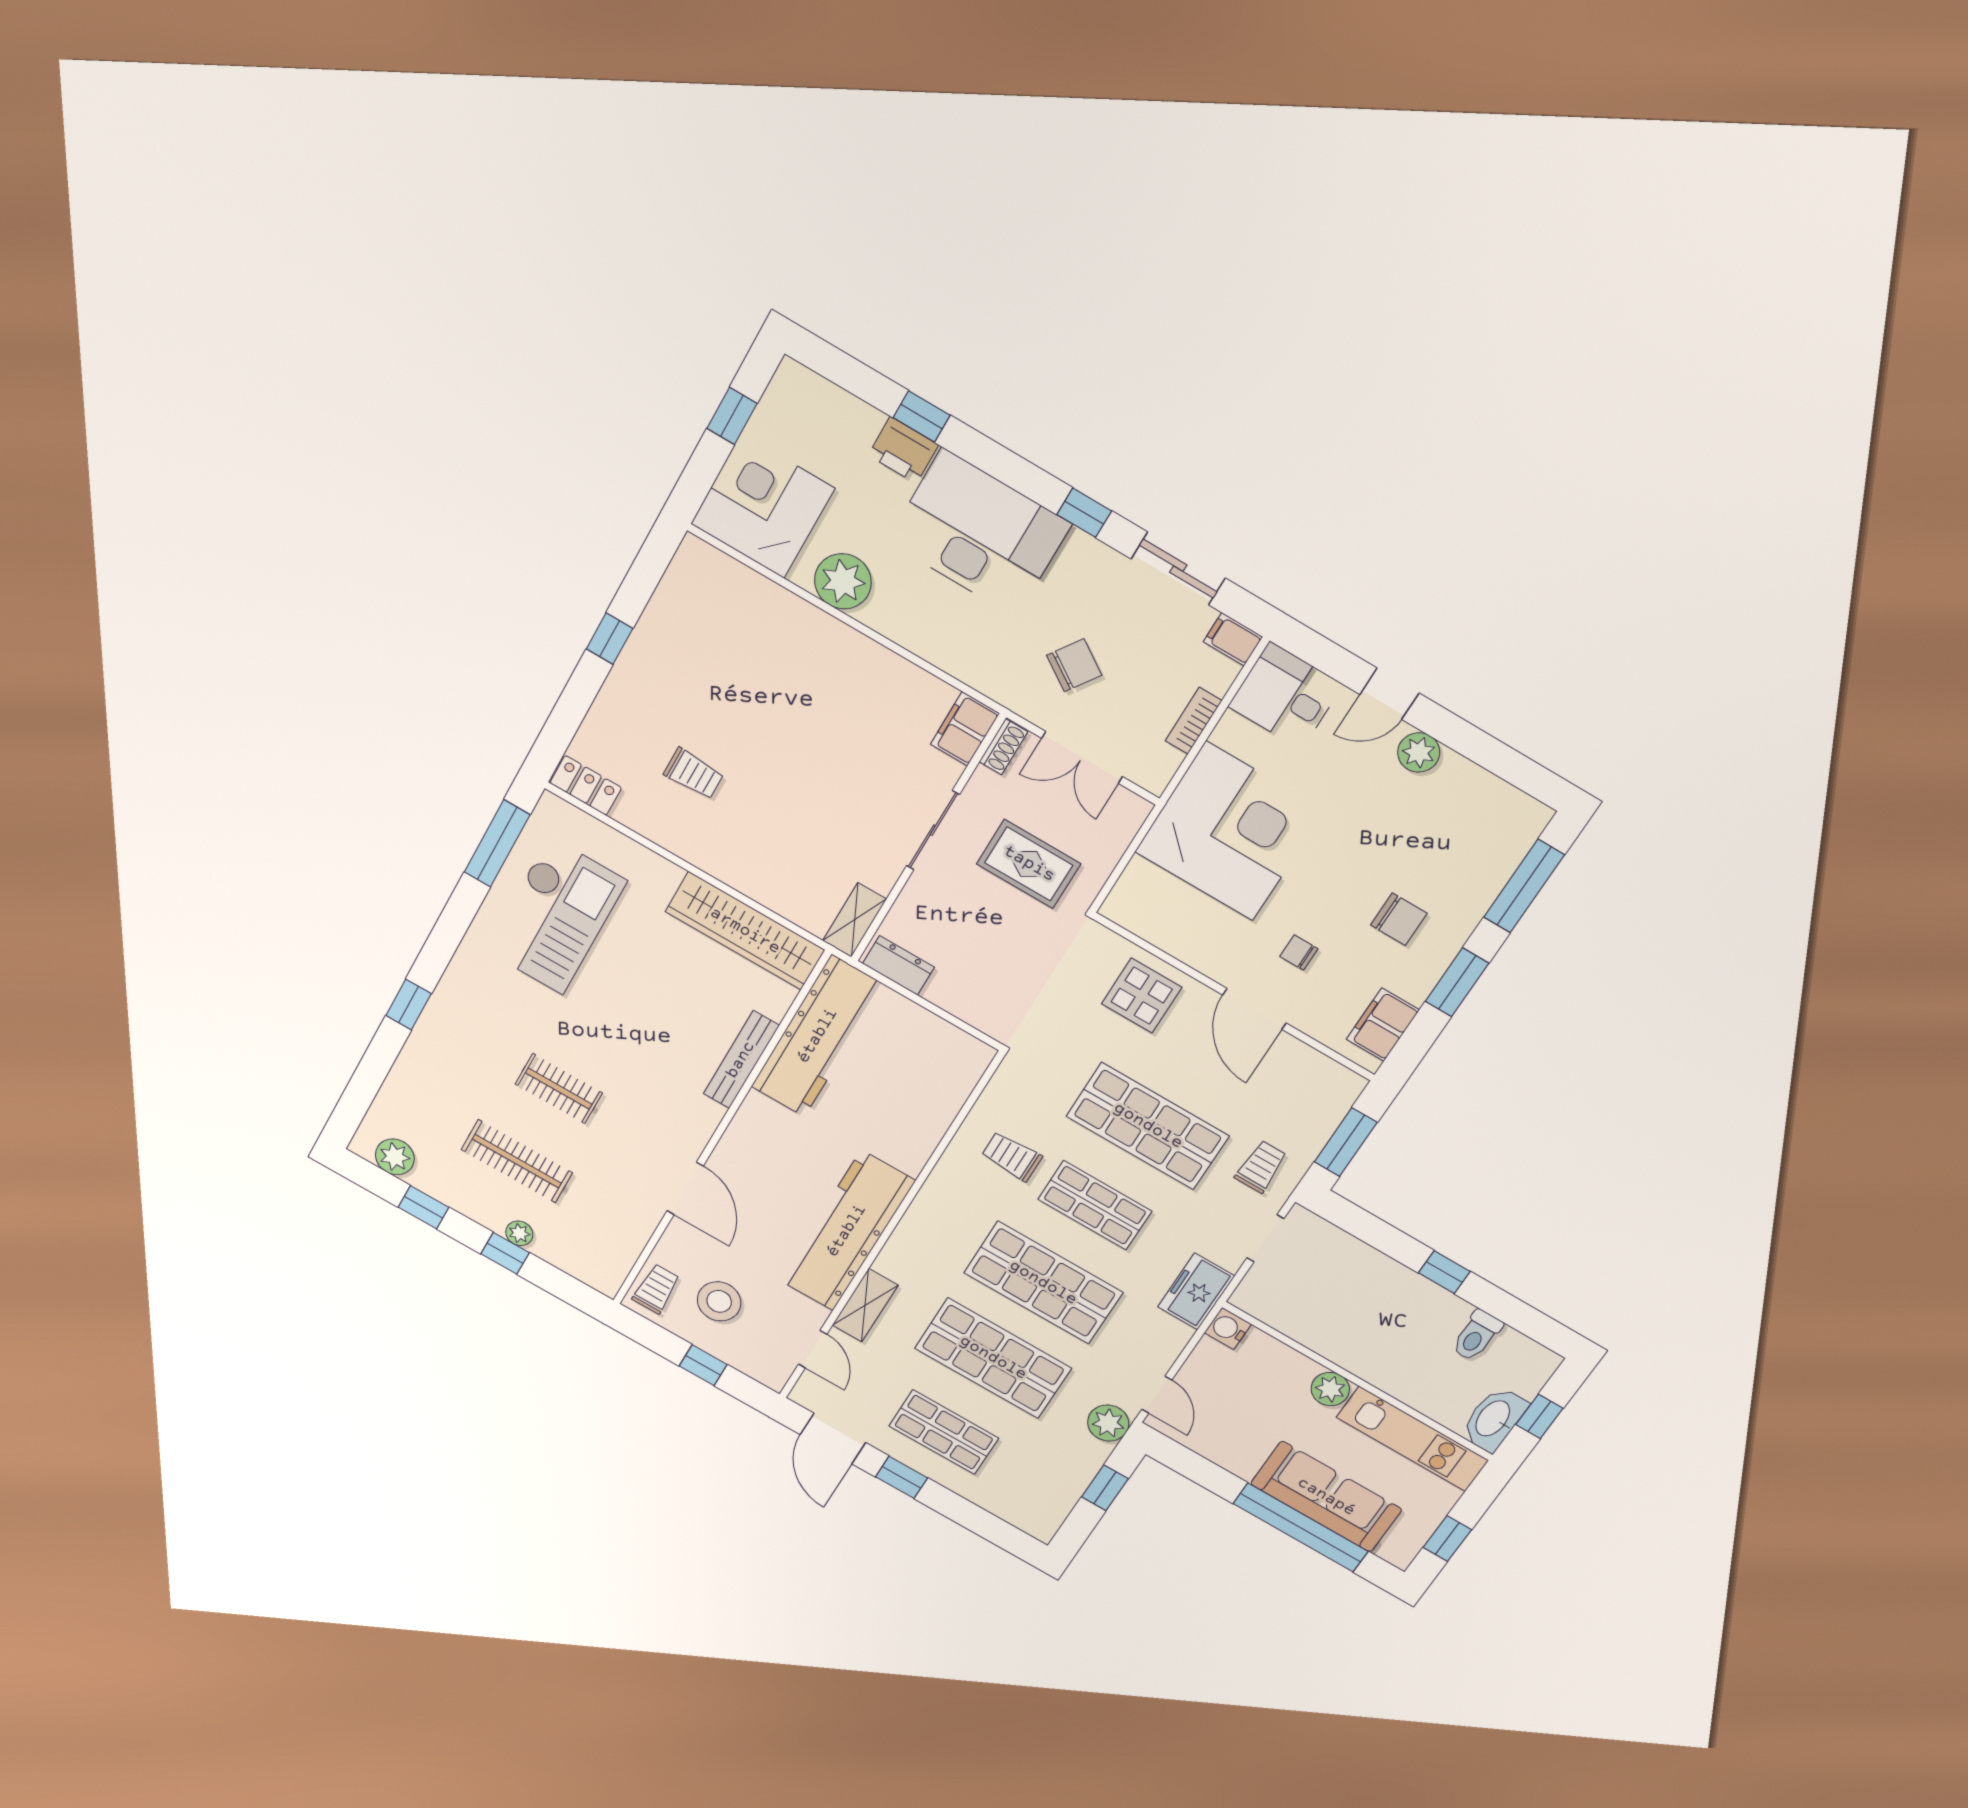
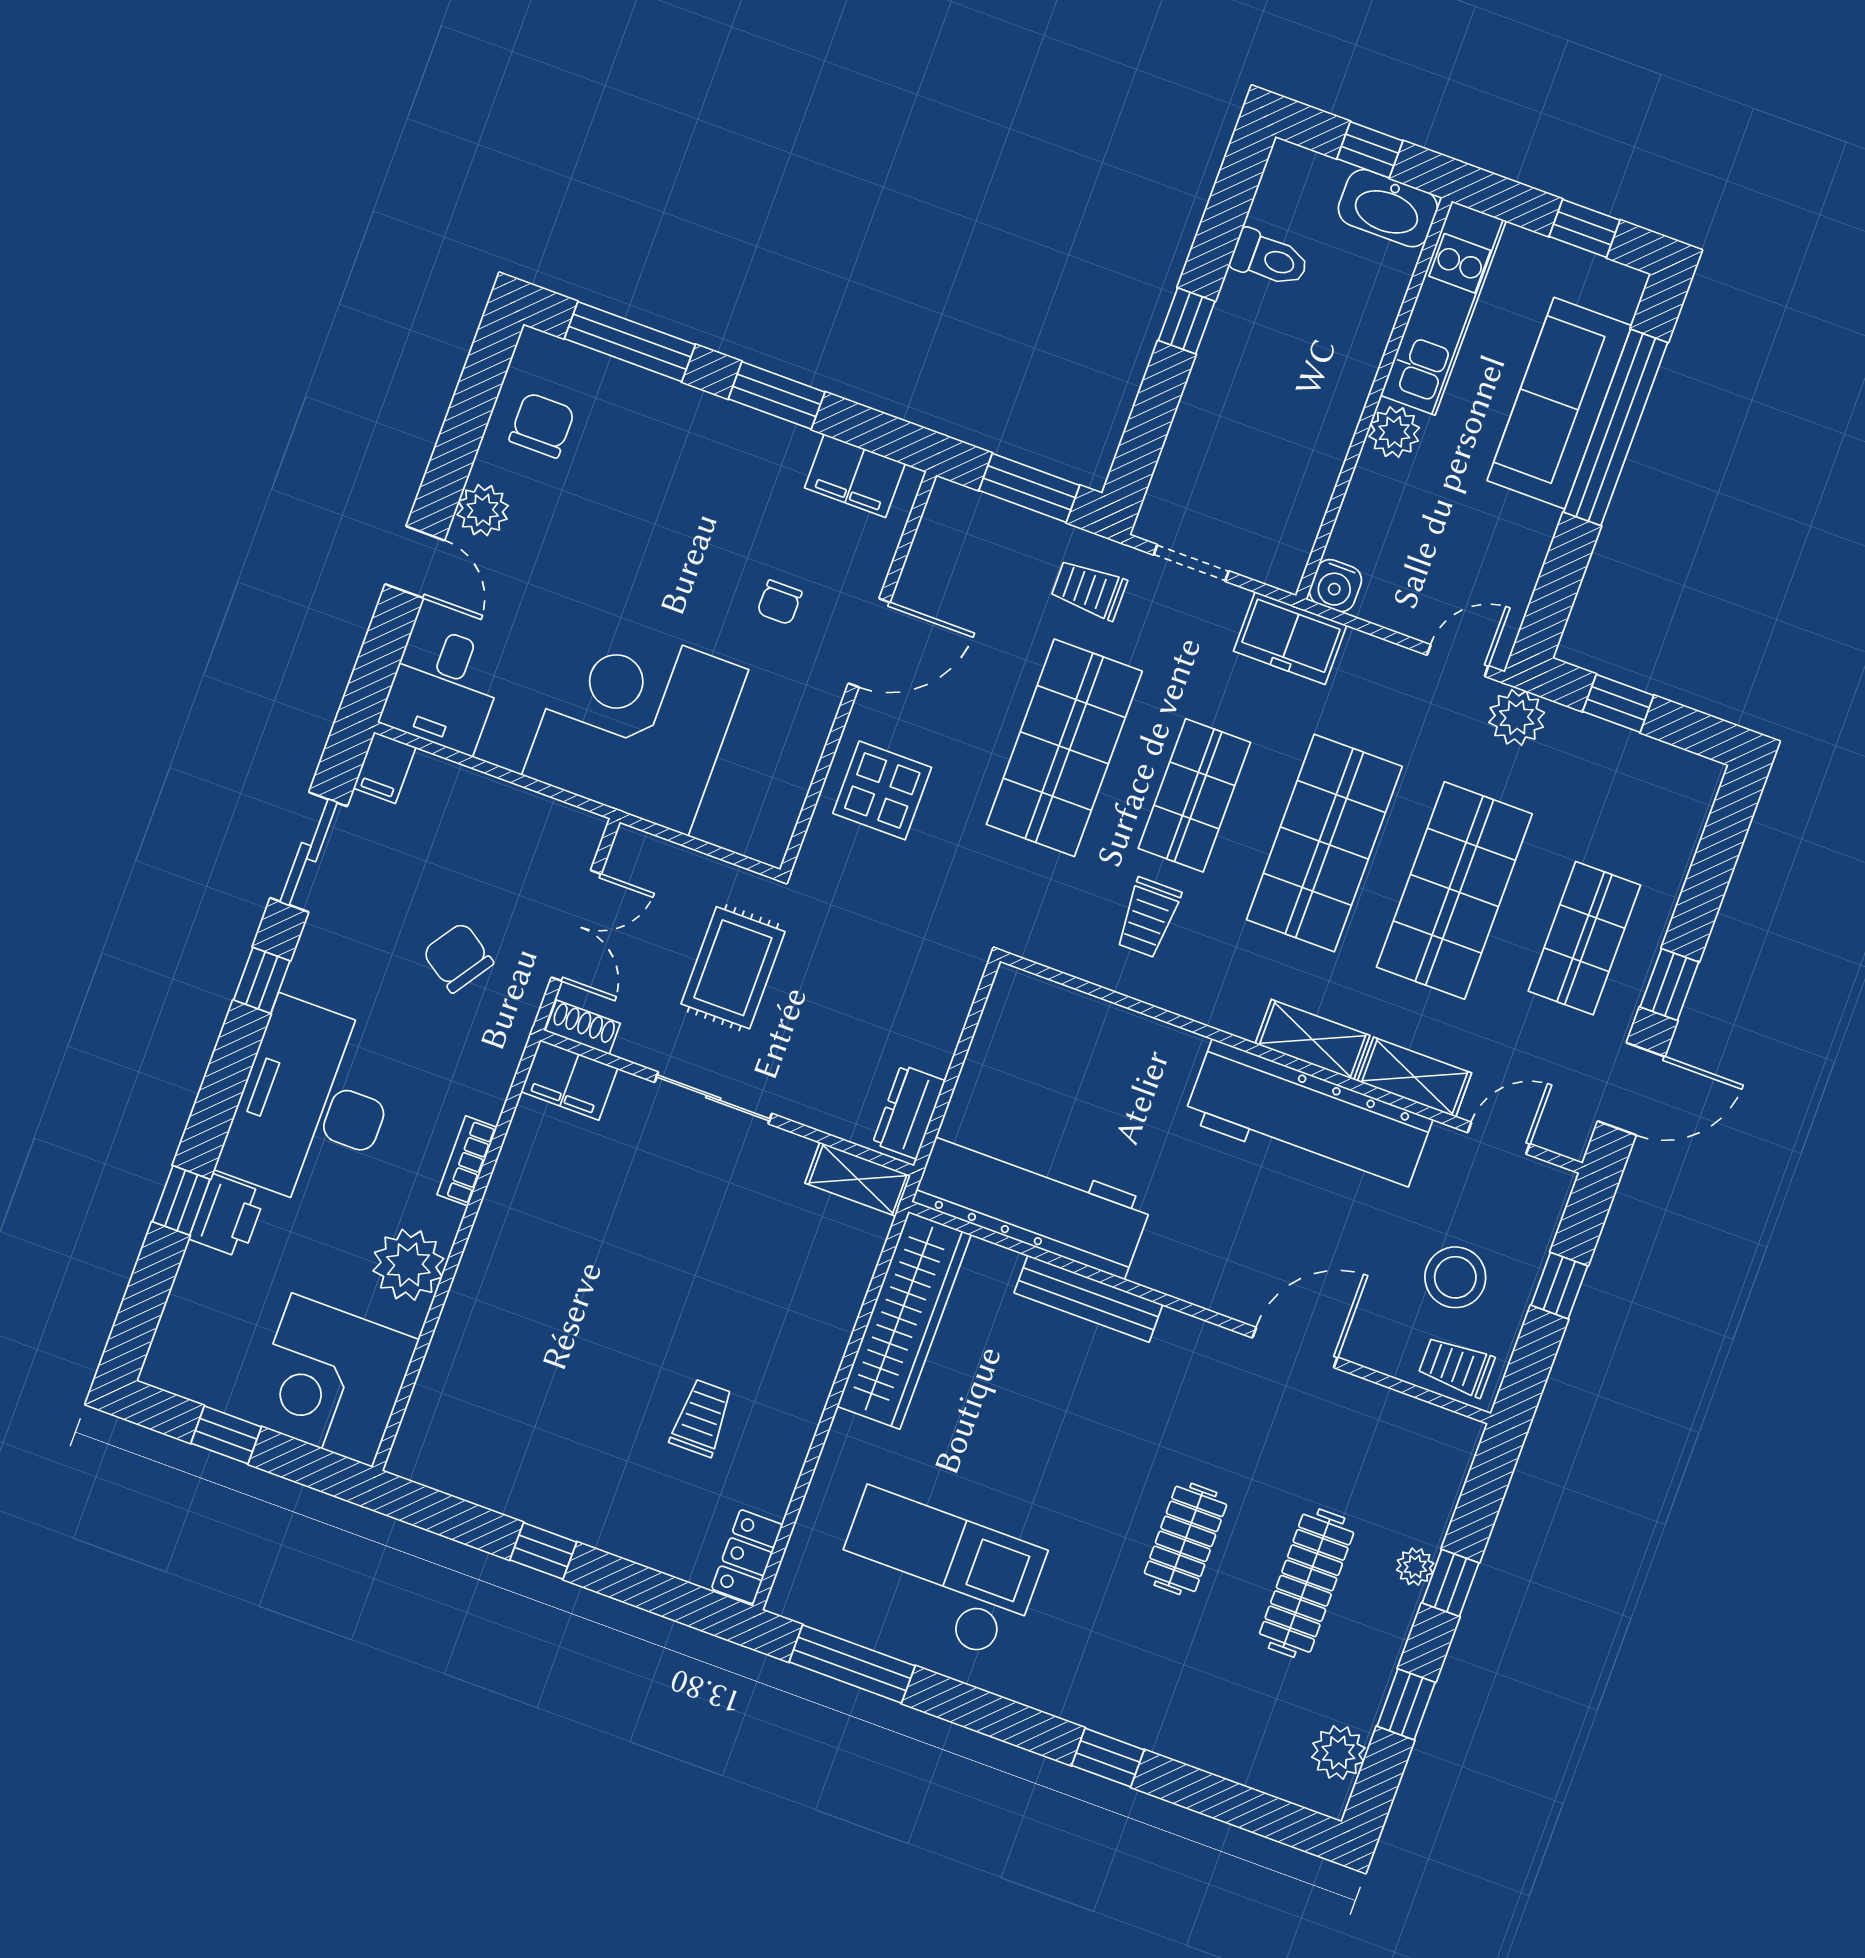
bookcase: (1194, 721) -> (467, 1161), moved, turned 90
chair: (1399, 919) -> (542, 425), moved
shelving: (904, 1246) -> (1313, 1040), added

